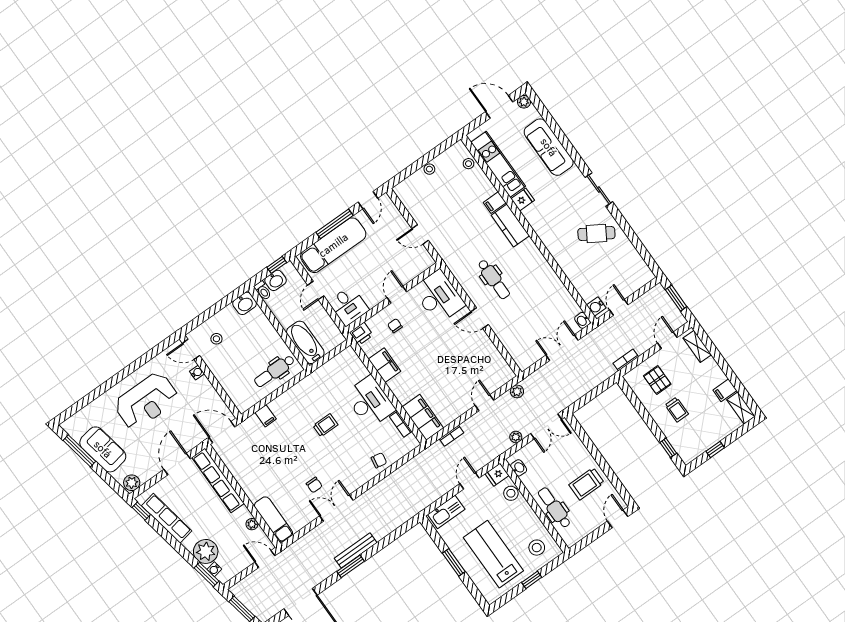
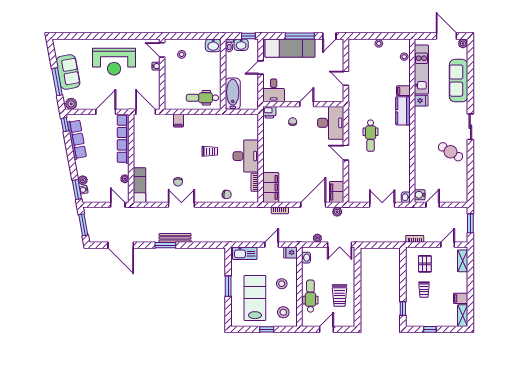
filing cabinet: (385, 365) -> (337, 192), moved, turned 180
door: (484, 403) -> (313, 205), width x1.88
window: (79, 451) -> (57, 82), moved
trolley: (587, 484) -> (339, 296), turned -90
stool: (511, 493) -> (282, 284), moved
door: (618, 519) -> (326, 329), moved
plant: (206, 551) -> (83, 180), width x0.53, depth x0.53

